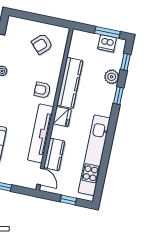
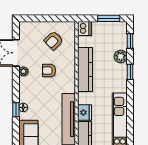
dishwasher: (107, 43) -> (84, 28), moved, turned -90
armchair: (42, 90) -> (49, 71), moved
fridge: (62, 117) -> (85, 113), moved

